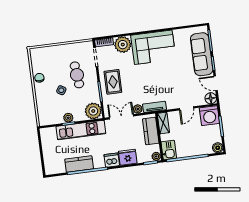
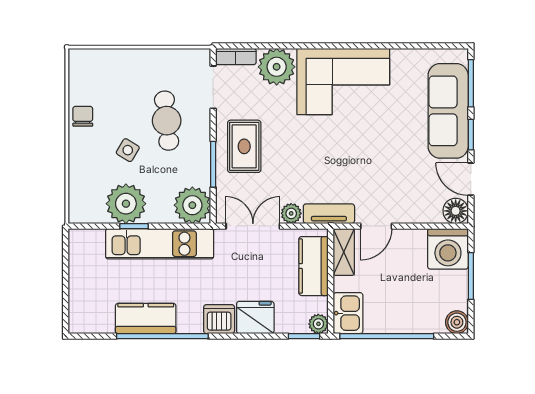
door: (186, 108) -> (376, 226), moved
plant: (68, 118) -> (126, 204), width x1.87, depth x1.87

